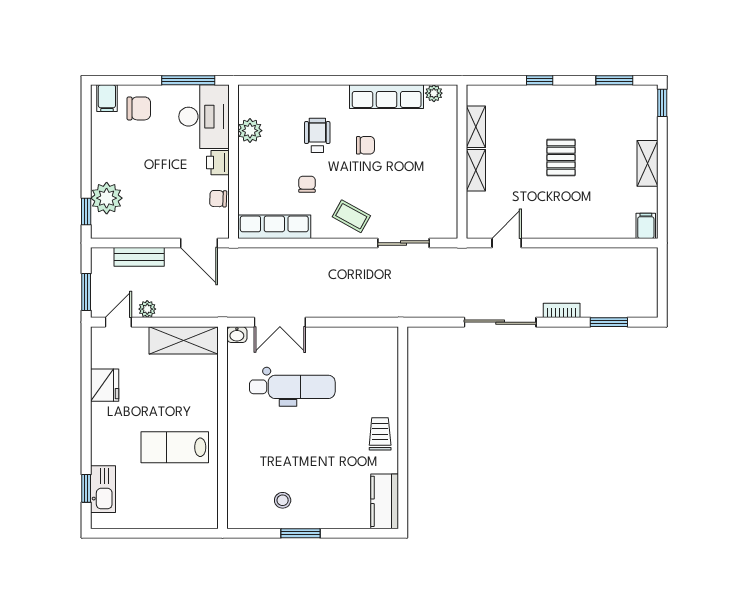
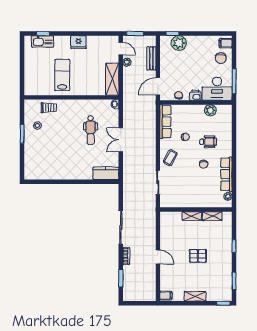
door: (507, 243) -> (158, 257), moved
double door: (280, 322) -> (121, 140), moved
fridge: (105, 385) -> (78, 42), moved
dental chair: (292, 387) -> (90, 130), width x0.73, depth x0.72
trolley: (380, 434) -> (49, 108), moved
kitchen counter: (385, 501) -> (106, 173), moved

